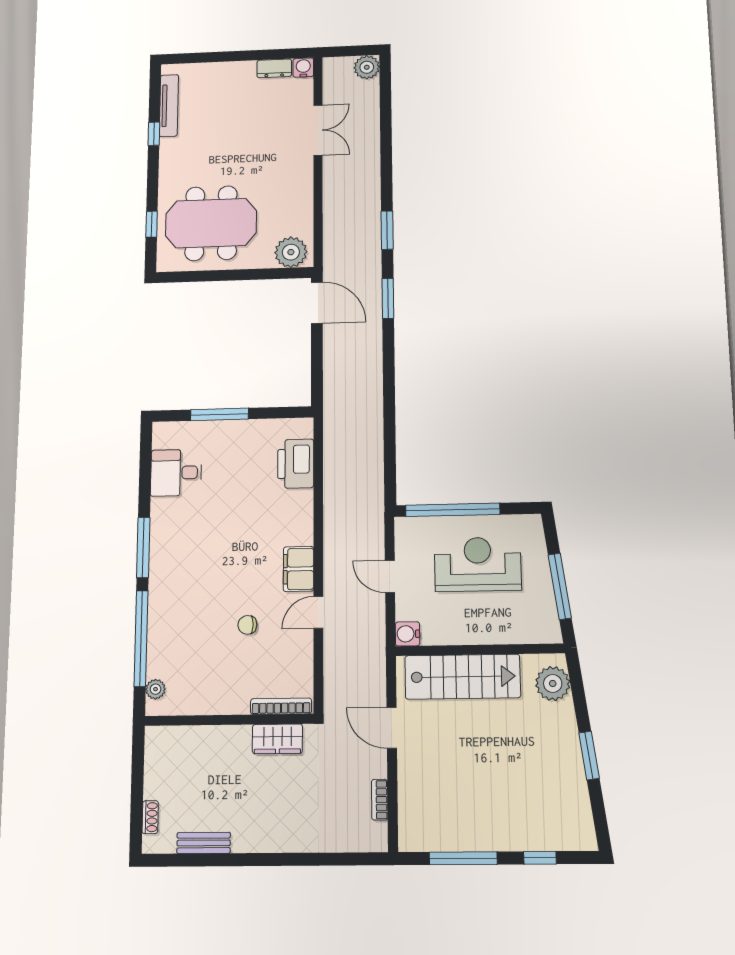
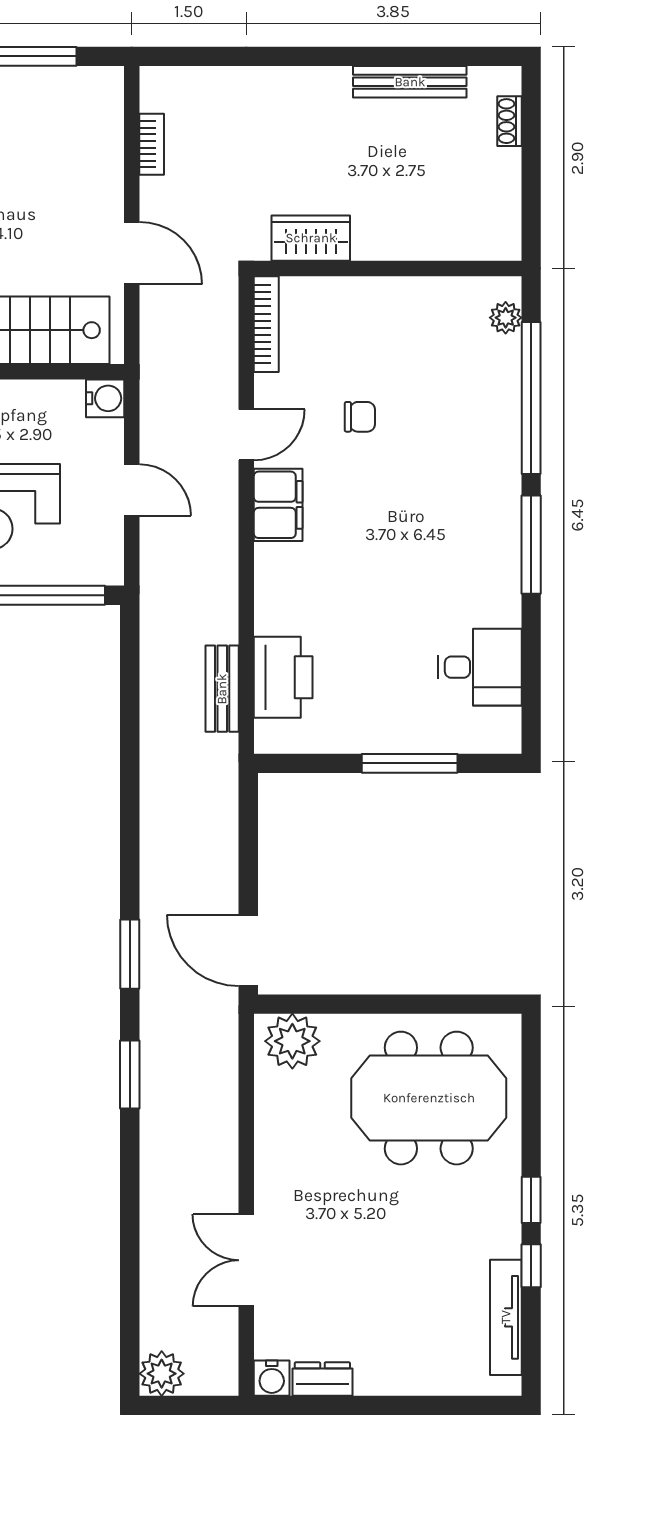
window: (152, 224) -> (531, 1200), moved
bench: (333, 456) -> (222, 689), added
bookcase: (281, 706) -> (266, 324), moved, turned -90
bench: (204, 843) -> (410, 82), width x1.36

